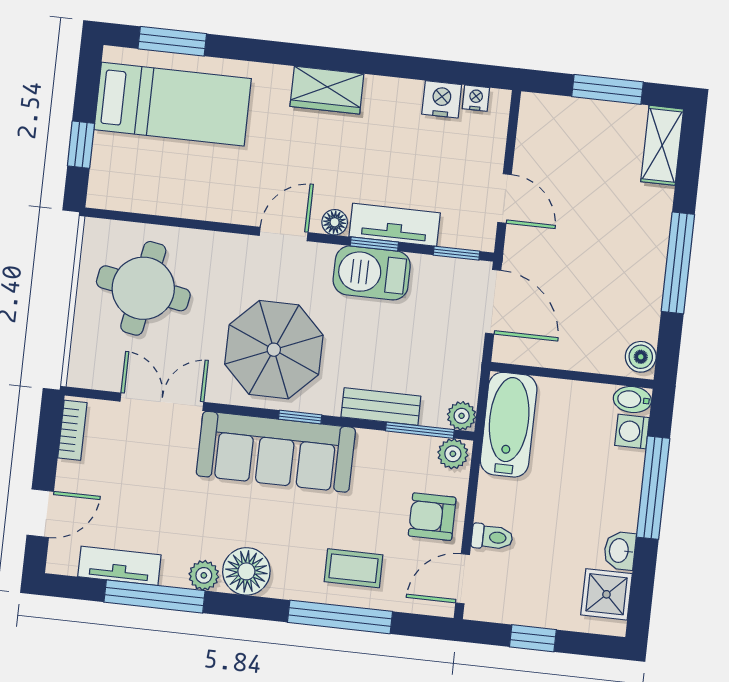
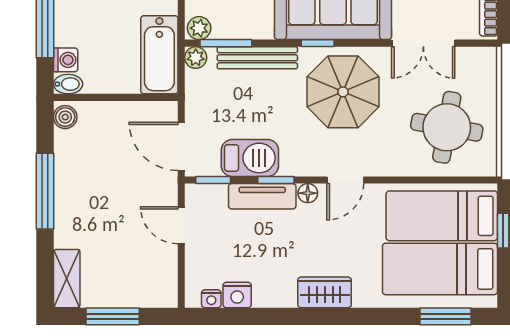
bed: (163, 173) -> (442, 216), added
barbecue: (372, 273) -> (250, 158), moved
bench: (381, 407) -> (257, 58), width x1.36

